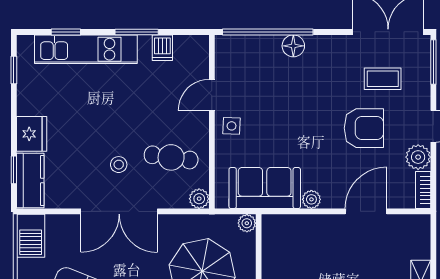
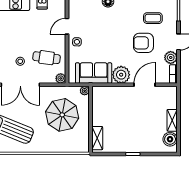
armchair: (364, 128) -> (143, 43), turned 180
plant: (311, 199) -> (121, 75), width x1.88, depth x1.88

